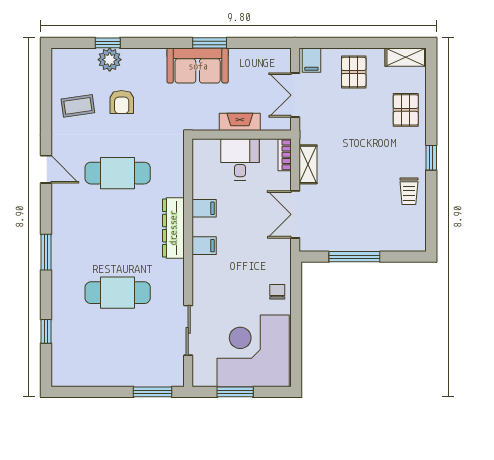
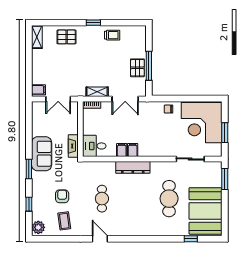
window: (210, 43) -> (29, 169), moved
plant: (110, 60) -> (38, 227), moved
pallet: (354, 72) -> (137, 68), moved, turned 90
armchair: (122, 102) -> (62, 196), turned -90
fireplace: (240, 122) -> (73, 146), moved
desk: (240, 159) -> (94, 146), moved
door: (46, 169) -> (100, 239), hinge flipped
cafe table: (118, 173) -> (102, 199), width x0.73, depth x0.74
filing cabinet: (204, 246) -> (133, 150), moved
window: (46, 252) -> (146, 239), removed
booth: (96, 358) -> (206, 211), added

